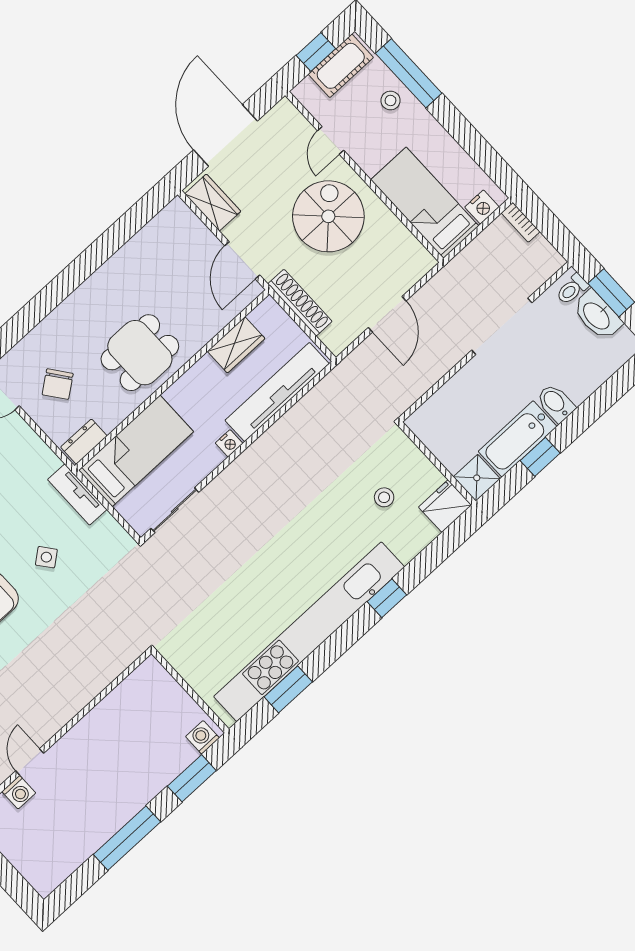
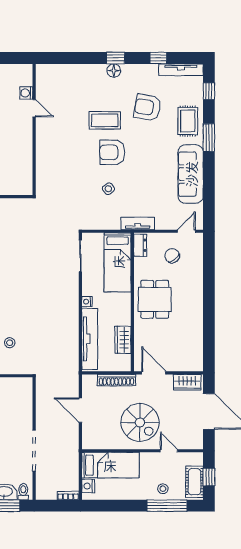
tv unit: (77, 494) -> (138, 223), moved

